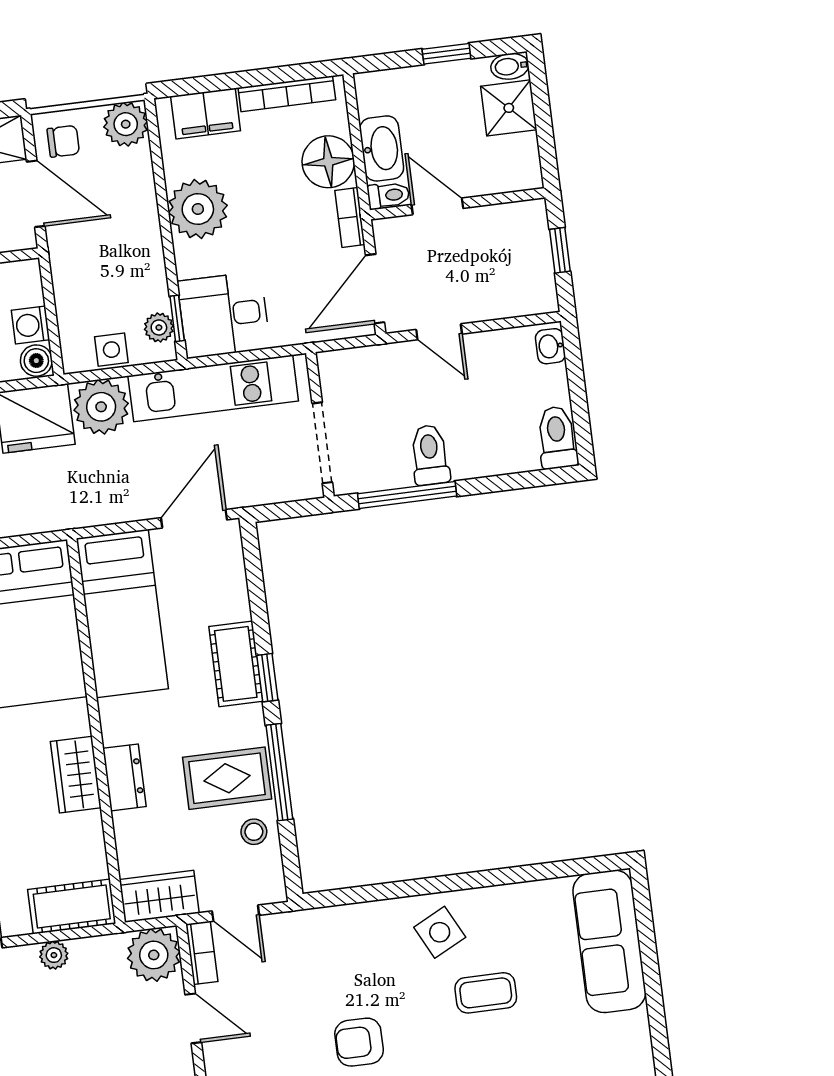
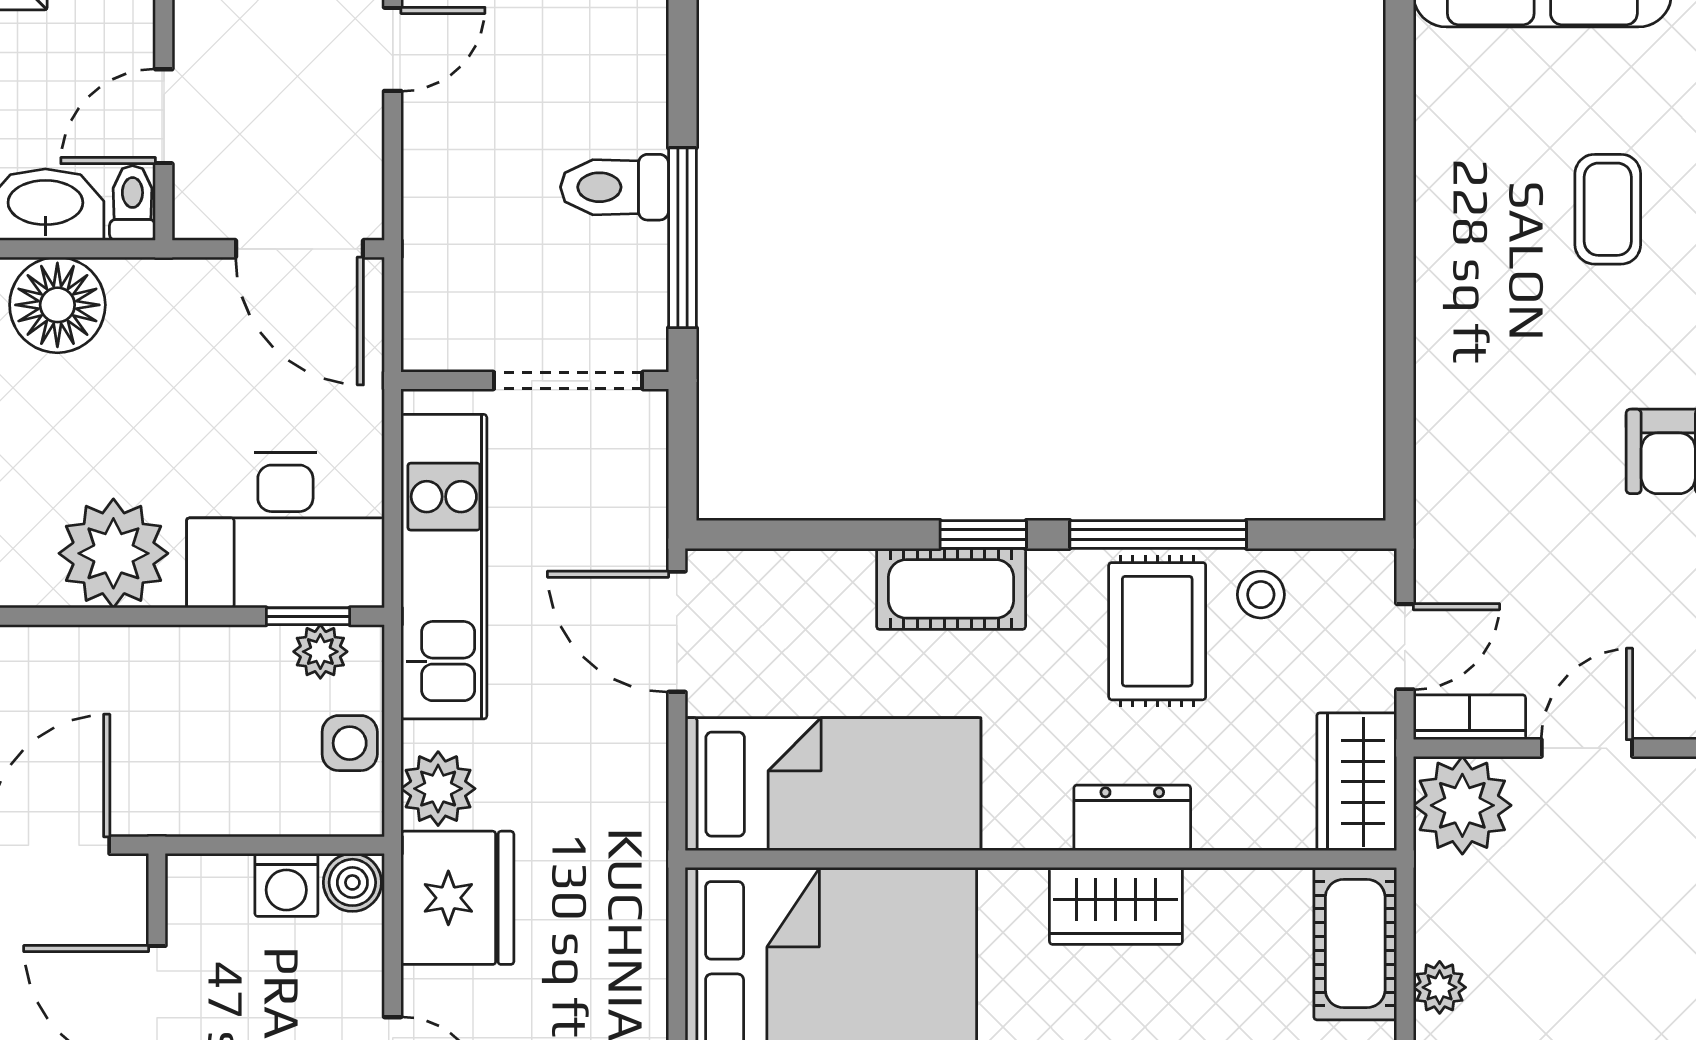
bookcase: (350, 217) -> (164, 278), removed
desk: (224, 315) -> (285, 530), width x1.37
door: (439, 332) -> (393, 49), moved
plant: (101, 407) -> (438, 789), width x0.73, depth x0.73
side table: (440, 932) -> (1487, 279), removed

